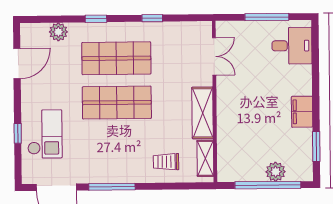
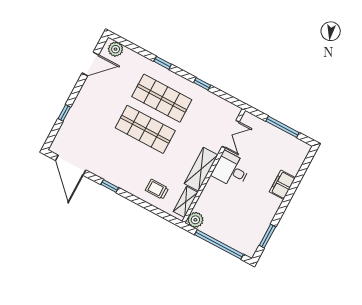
plant: (58, 32) -> (116, 49), moved
desk: (292, 46) -> (231, 170), moved, turned 180
filing cabinet: (302, 112) -> (282, 185), moved
checkout: (45, 134) -> (83, 124), removed
plant: (276, 172) -> (195, 220), moved
window: (112, 187) -> (110, 186), width x0.46

